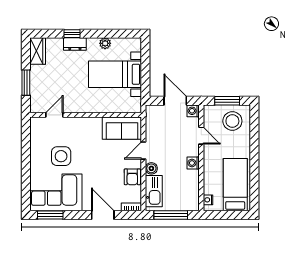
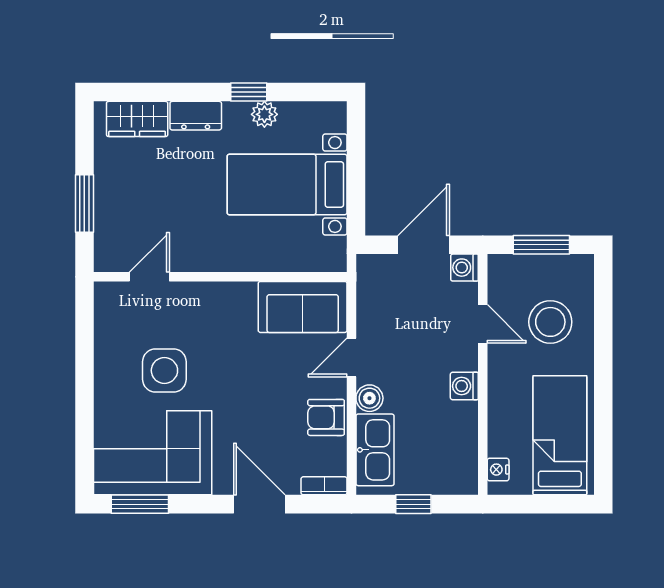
window: (72, 34) -> (249, 92), moved
wardrobe: (38, 51) -> (137, 119), moved, turned 90
door: (175, 101) -> (424, 245), hinge flipped
stool: (232, 121) -> (550, 322), moved
armchair: (132, 177) -> (326, 417), turned 90
window: (171, 215) -> (413, 504), width x0.46

